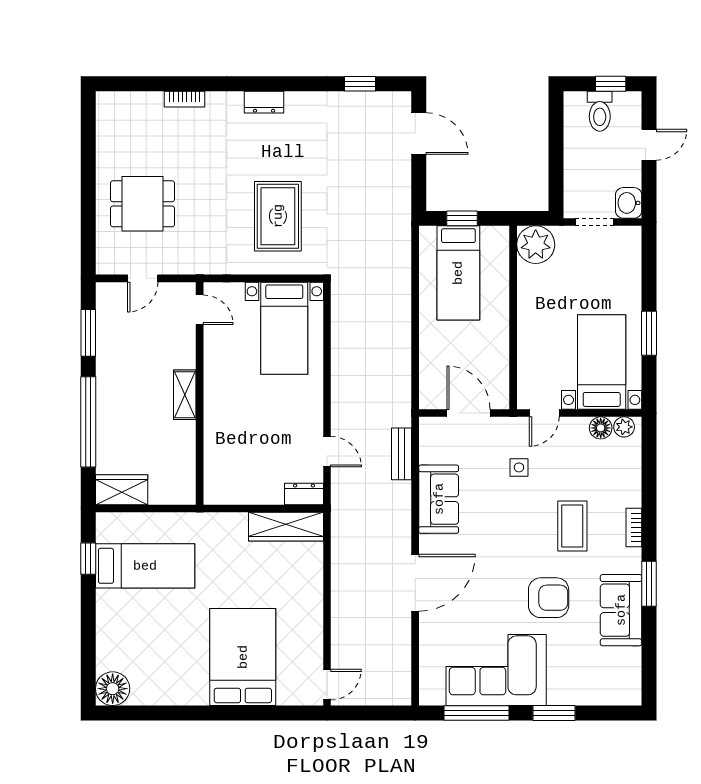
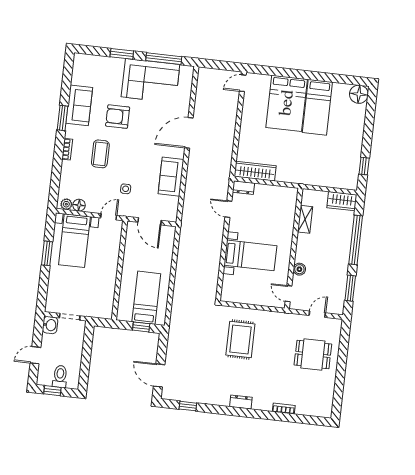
plant: (536, 245) -> (103, 308), removed
bed with nightstands: (284, 328) -> (250, 255), moved, turned 90
boiler: (185, 357) -> (299, 269), added
shelving: (185, 395) -> (305, 219), moved
bench: (402, 454) -> (188, 203), removed
bed: (145, 566) -> (317, 107), moved, turned -90

